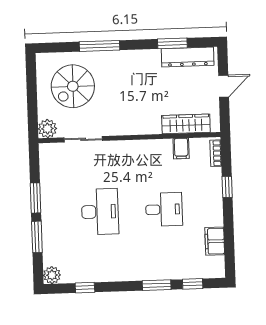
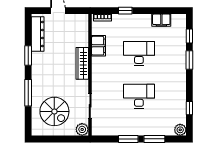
window: (172, 43) -> (28, 55), moved
wardrobe: (186, 124) -> (82, 63), moved
filing cabinet: (181, 149) -> (99, 46), width x2.00
desk: (164, 209) -> (139, 53), width x1.37

